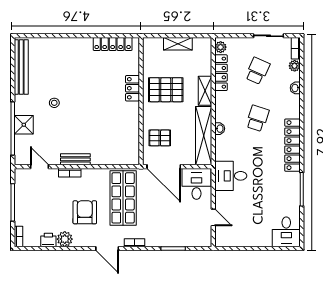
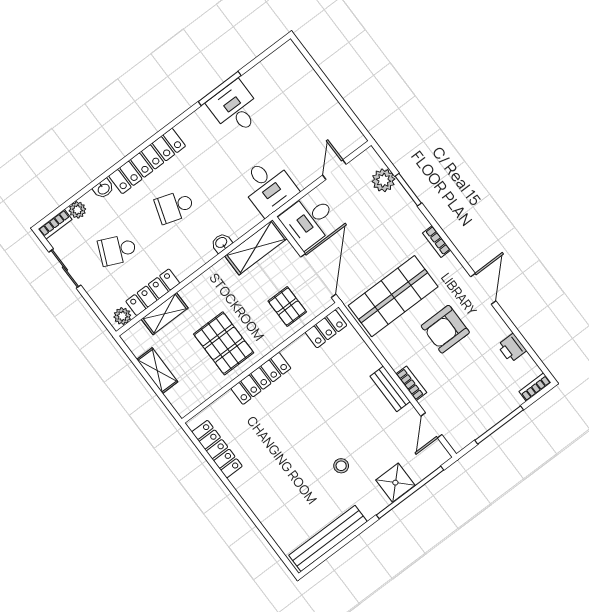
locker: (132, 88) -> (261, 378), width x1.53
shelving: (205, 91) -> (165, 314), moved
shelving: (204, 136) -> (256, 247), width x0.68
locker: (292, 145) -> (147, 161), moved
locker: (133, 149) -> (326, 329), added
desk: (286, 232) -> (235, 108), moved, turned -90
plant: (65, 239) -> (383, 180), moved
door: (107, 248) -> (483, 289), moved

